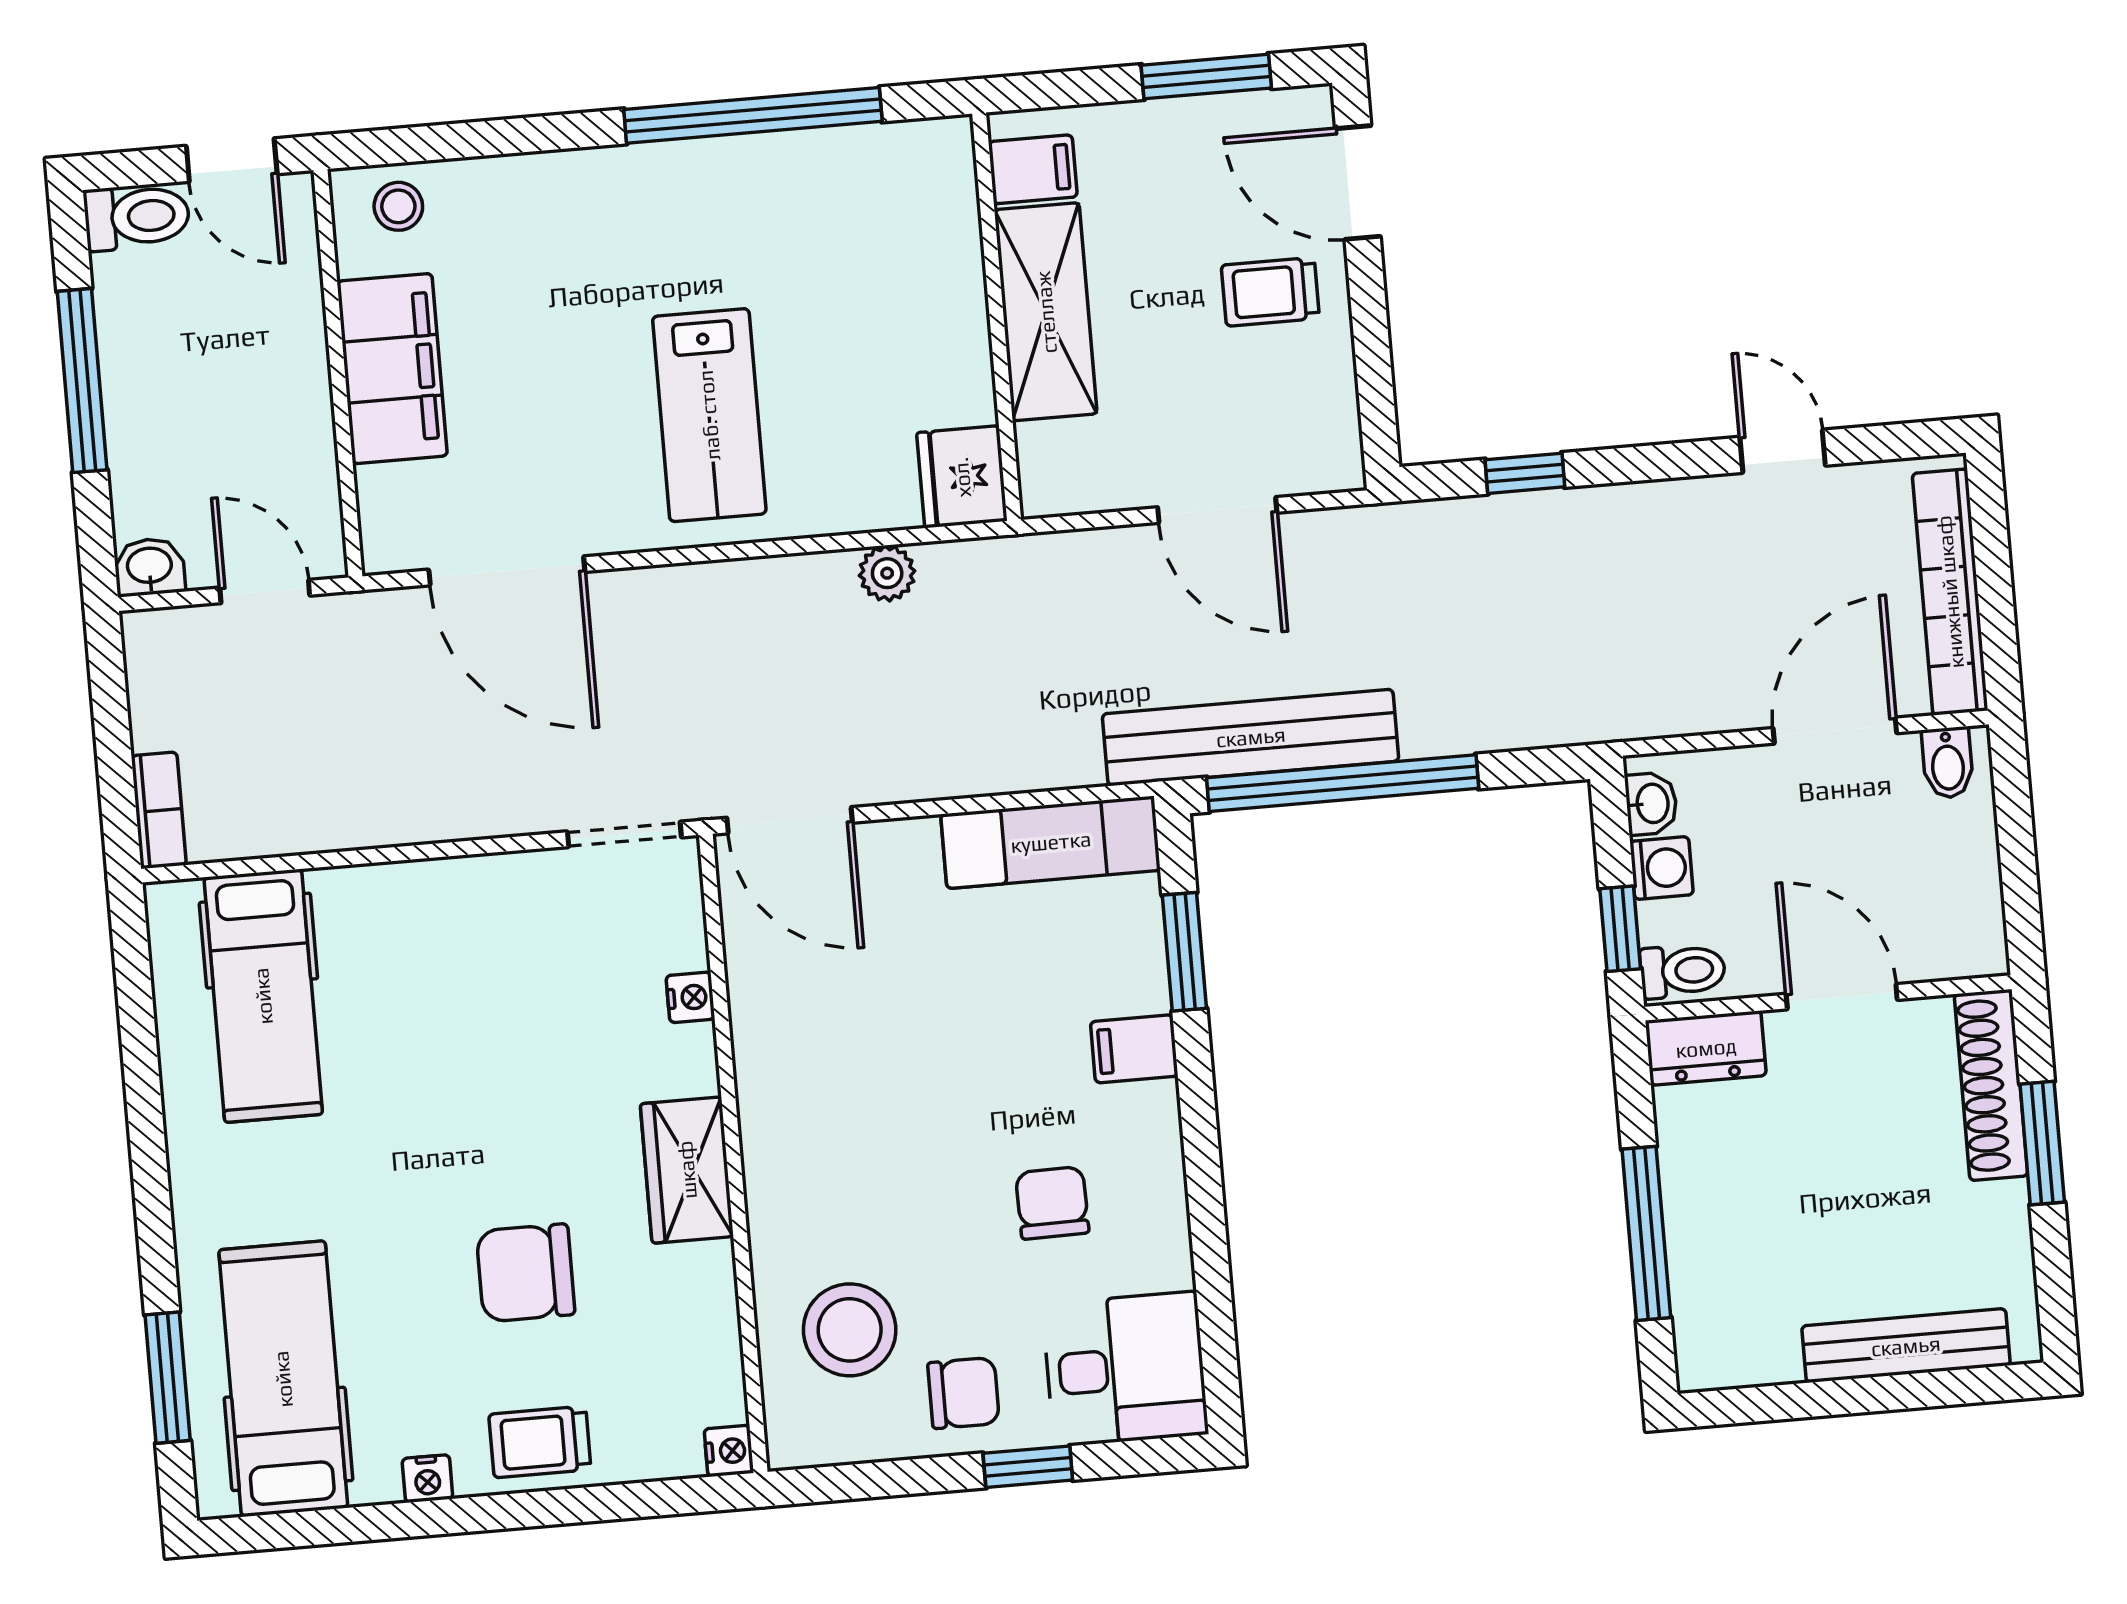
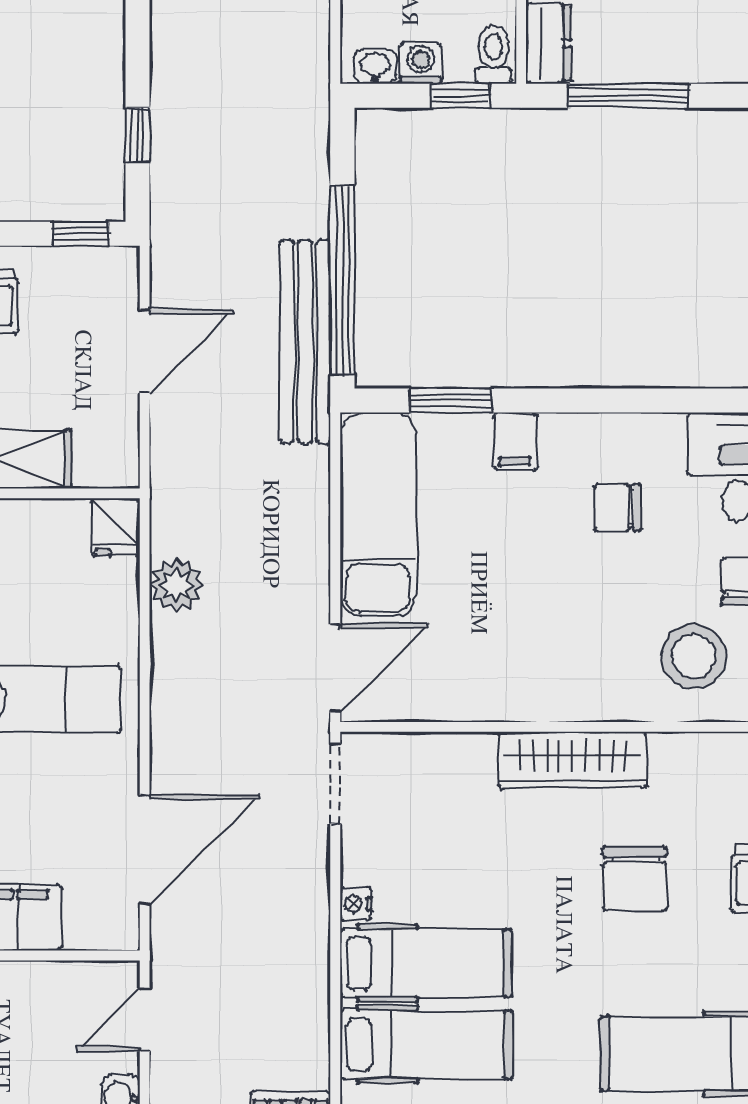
window: (1377, 404) -> (81, 234), added
fridge: (962, 477) -> (116, 527), width x0.72
plant: (887, 573) -> (176, 585), width x1.38, depth x1.38
exam couch: (1051, 842) -> (378, 514), width x1.36, depth x1.45
hospital bed: (379, 986) -> (426, 963), added
nightstand: (690, 997) -> (356, 904), moved, turned -90
wardrobe: (687, 1170) -> (573, 760), width x1.50
window: (1646, 1233) -> (628, 96), moved

